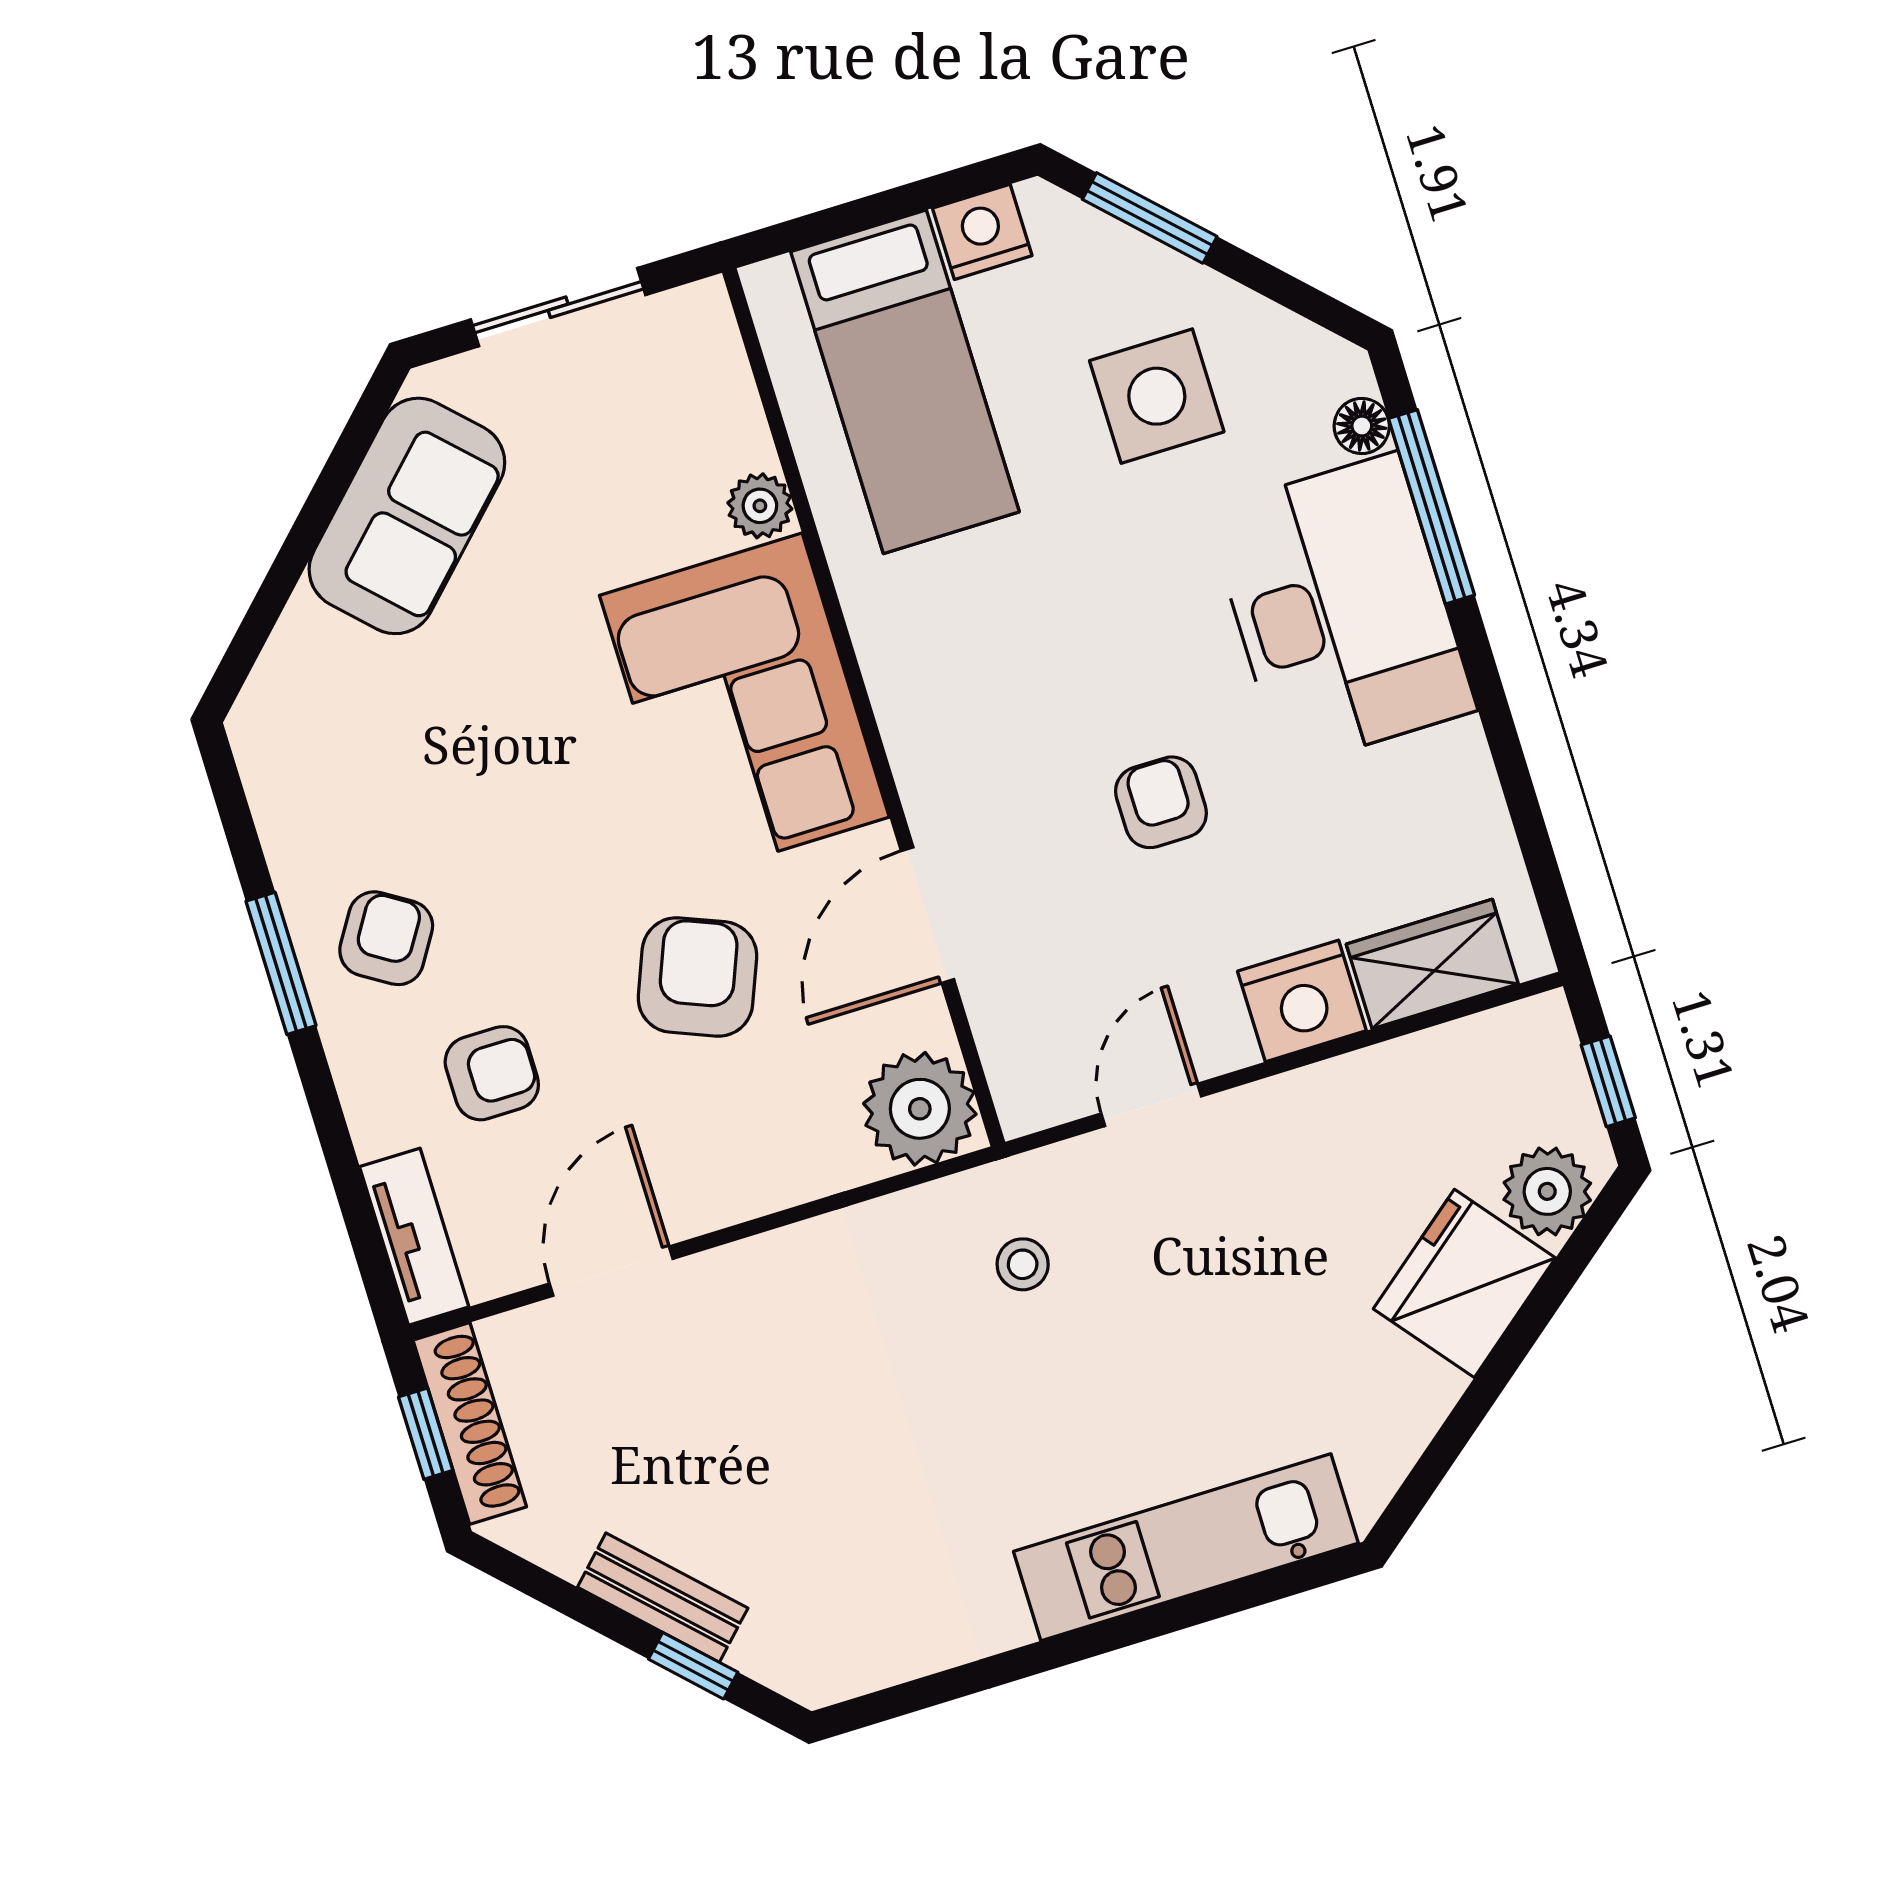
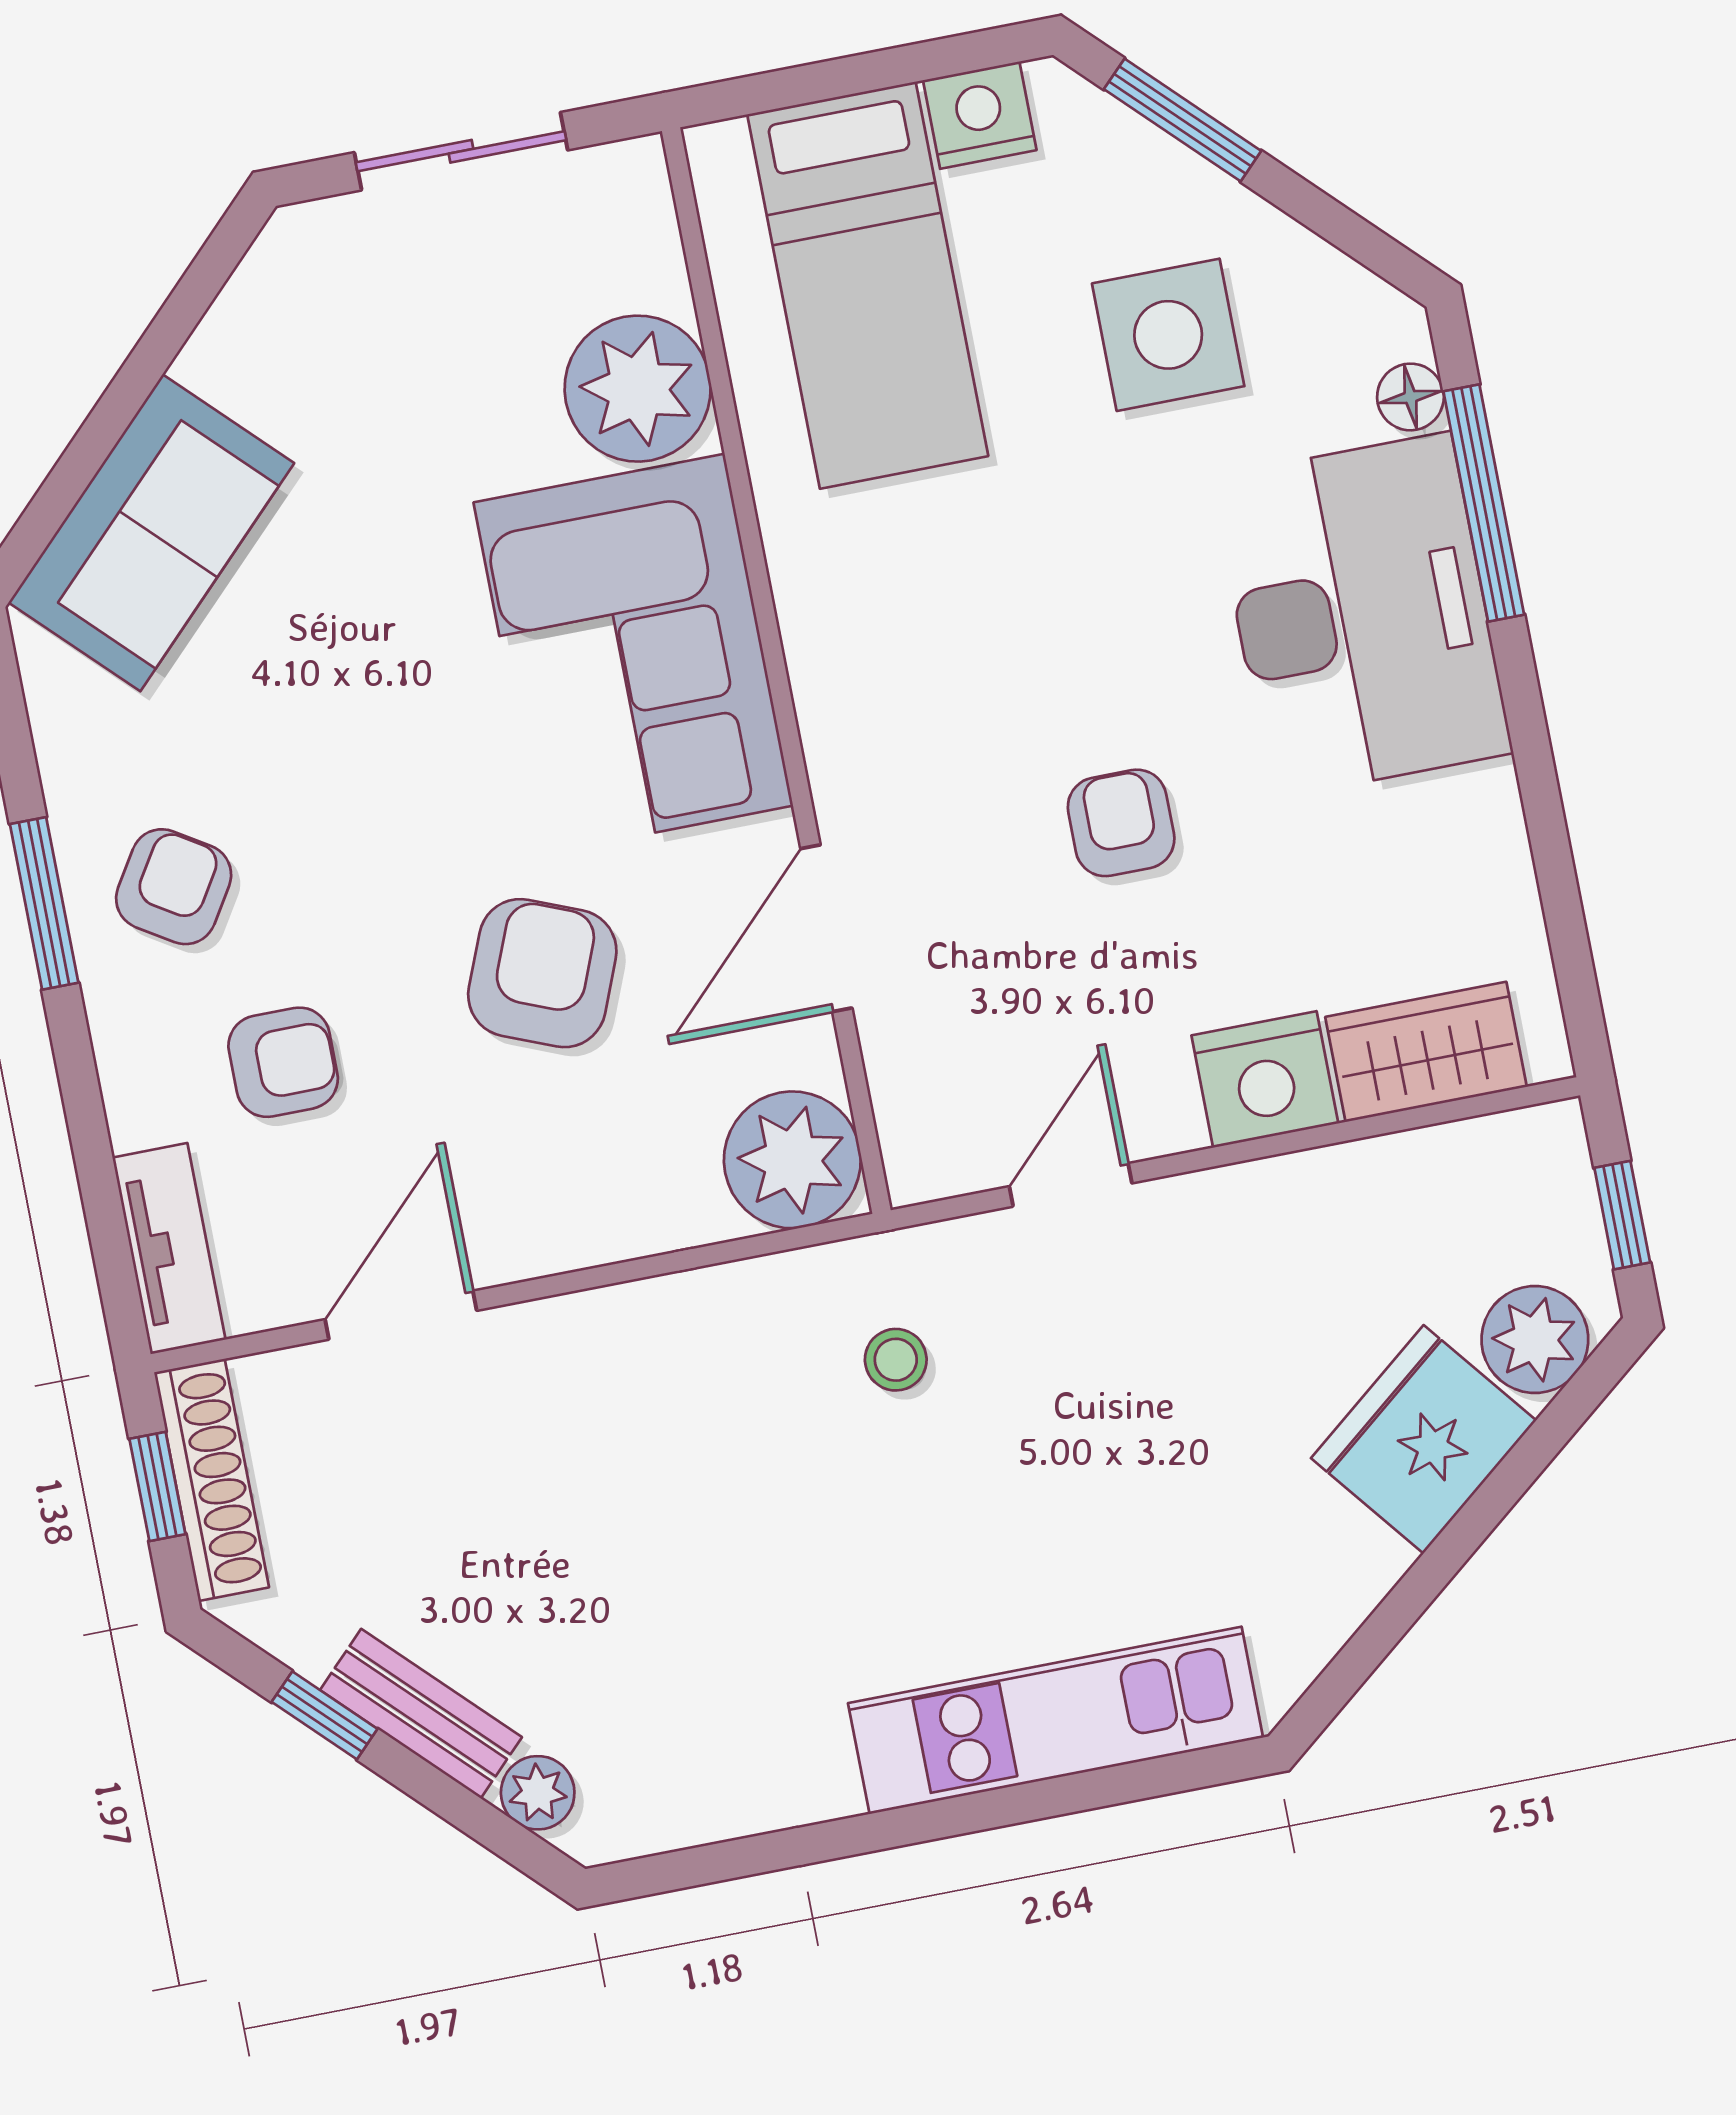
plant: (760, 506) -> (638, 389), width x1.87, depth x1.87
sofa: (407, 516) -> (151, 533), moved
plant: (766, 1652) -> (538, 1793), added
window: (693, 1666) -> (325, 1715), moved

